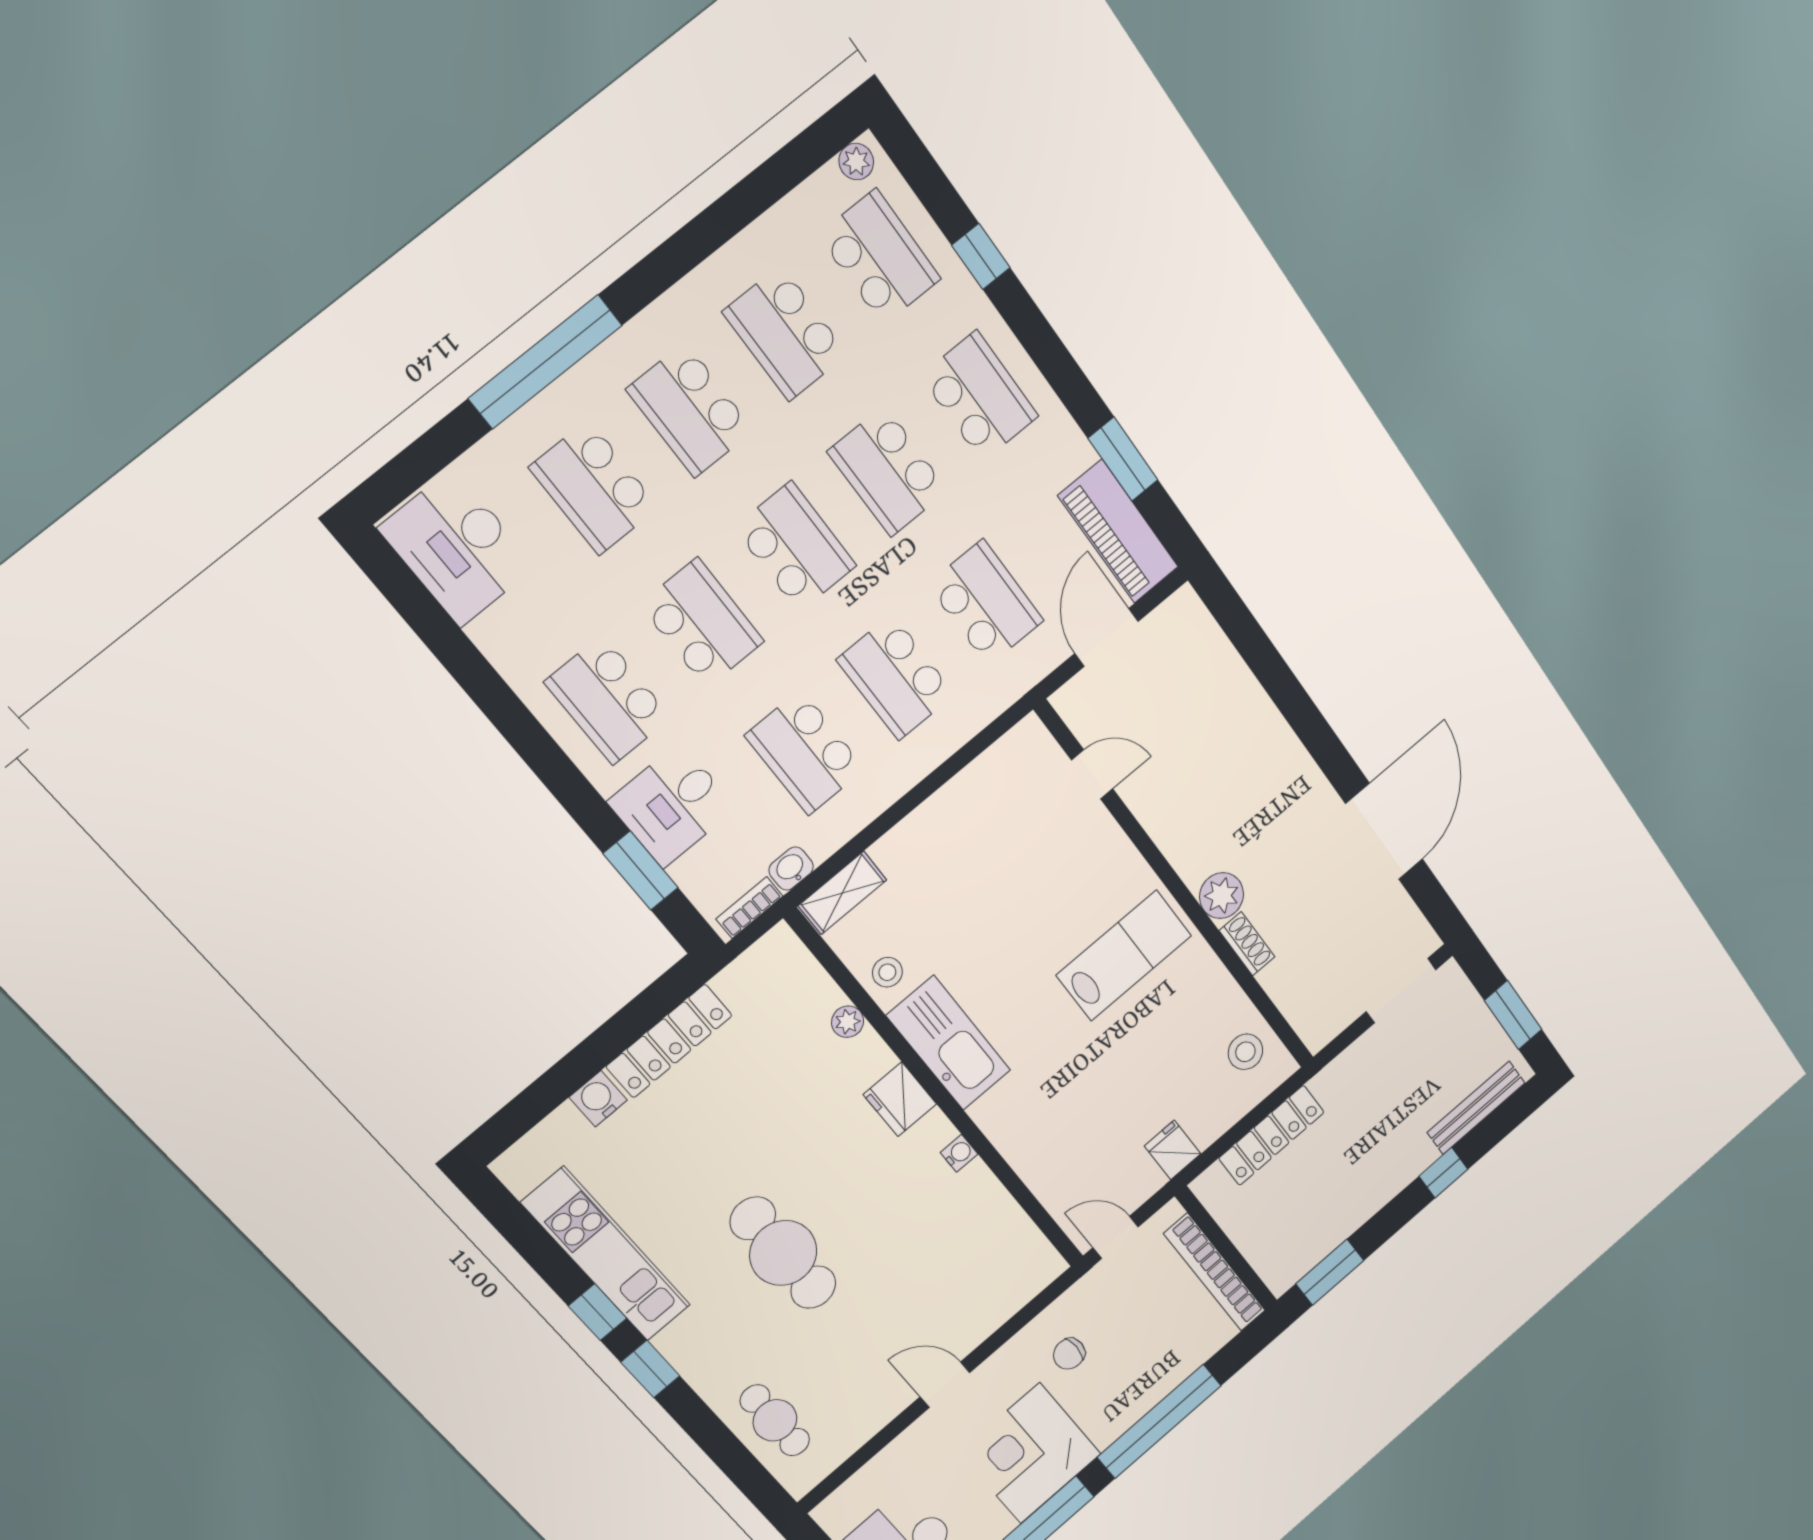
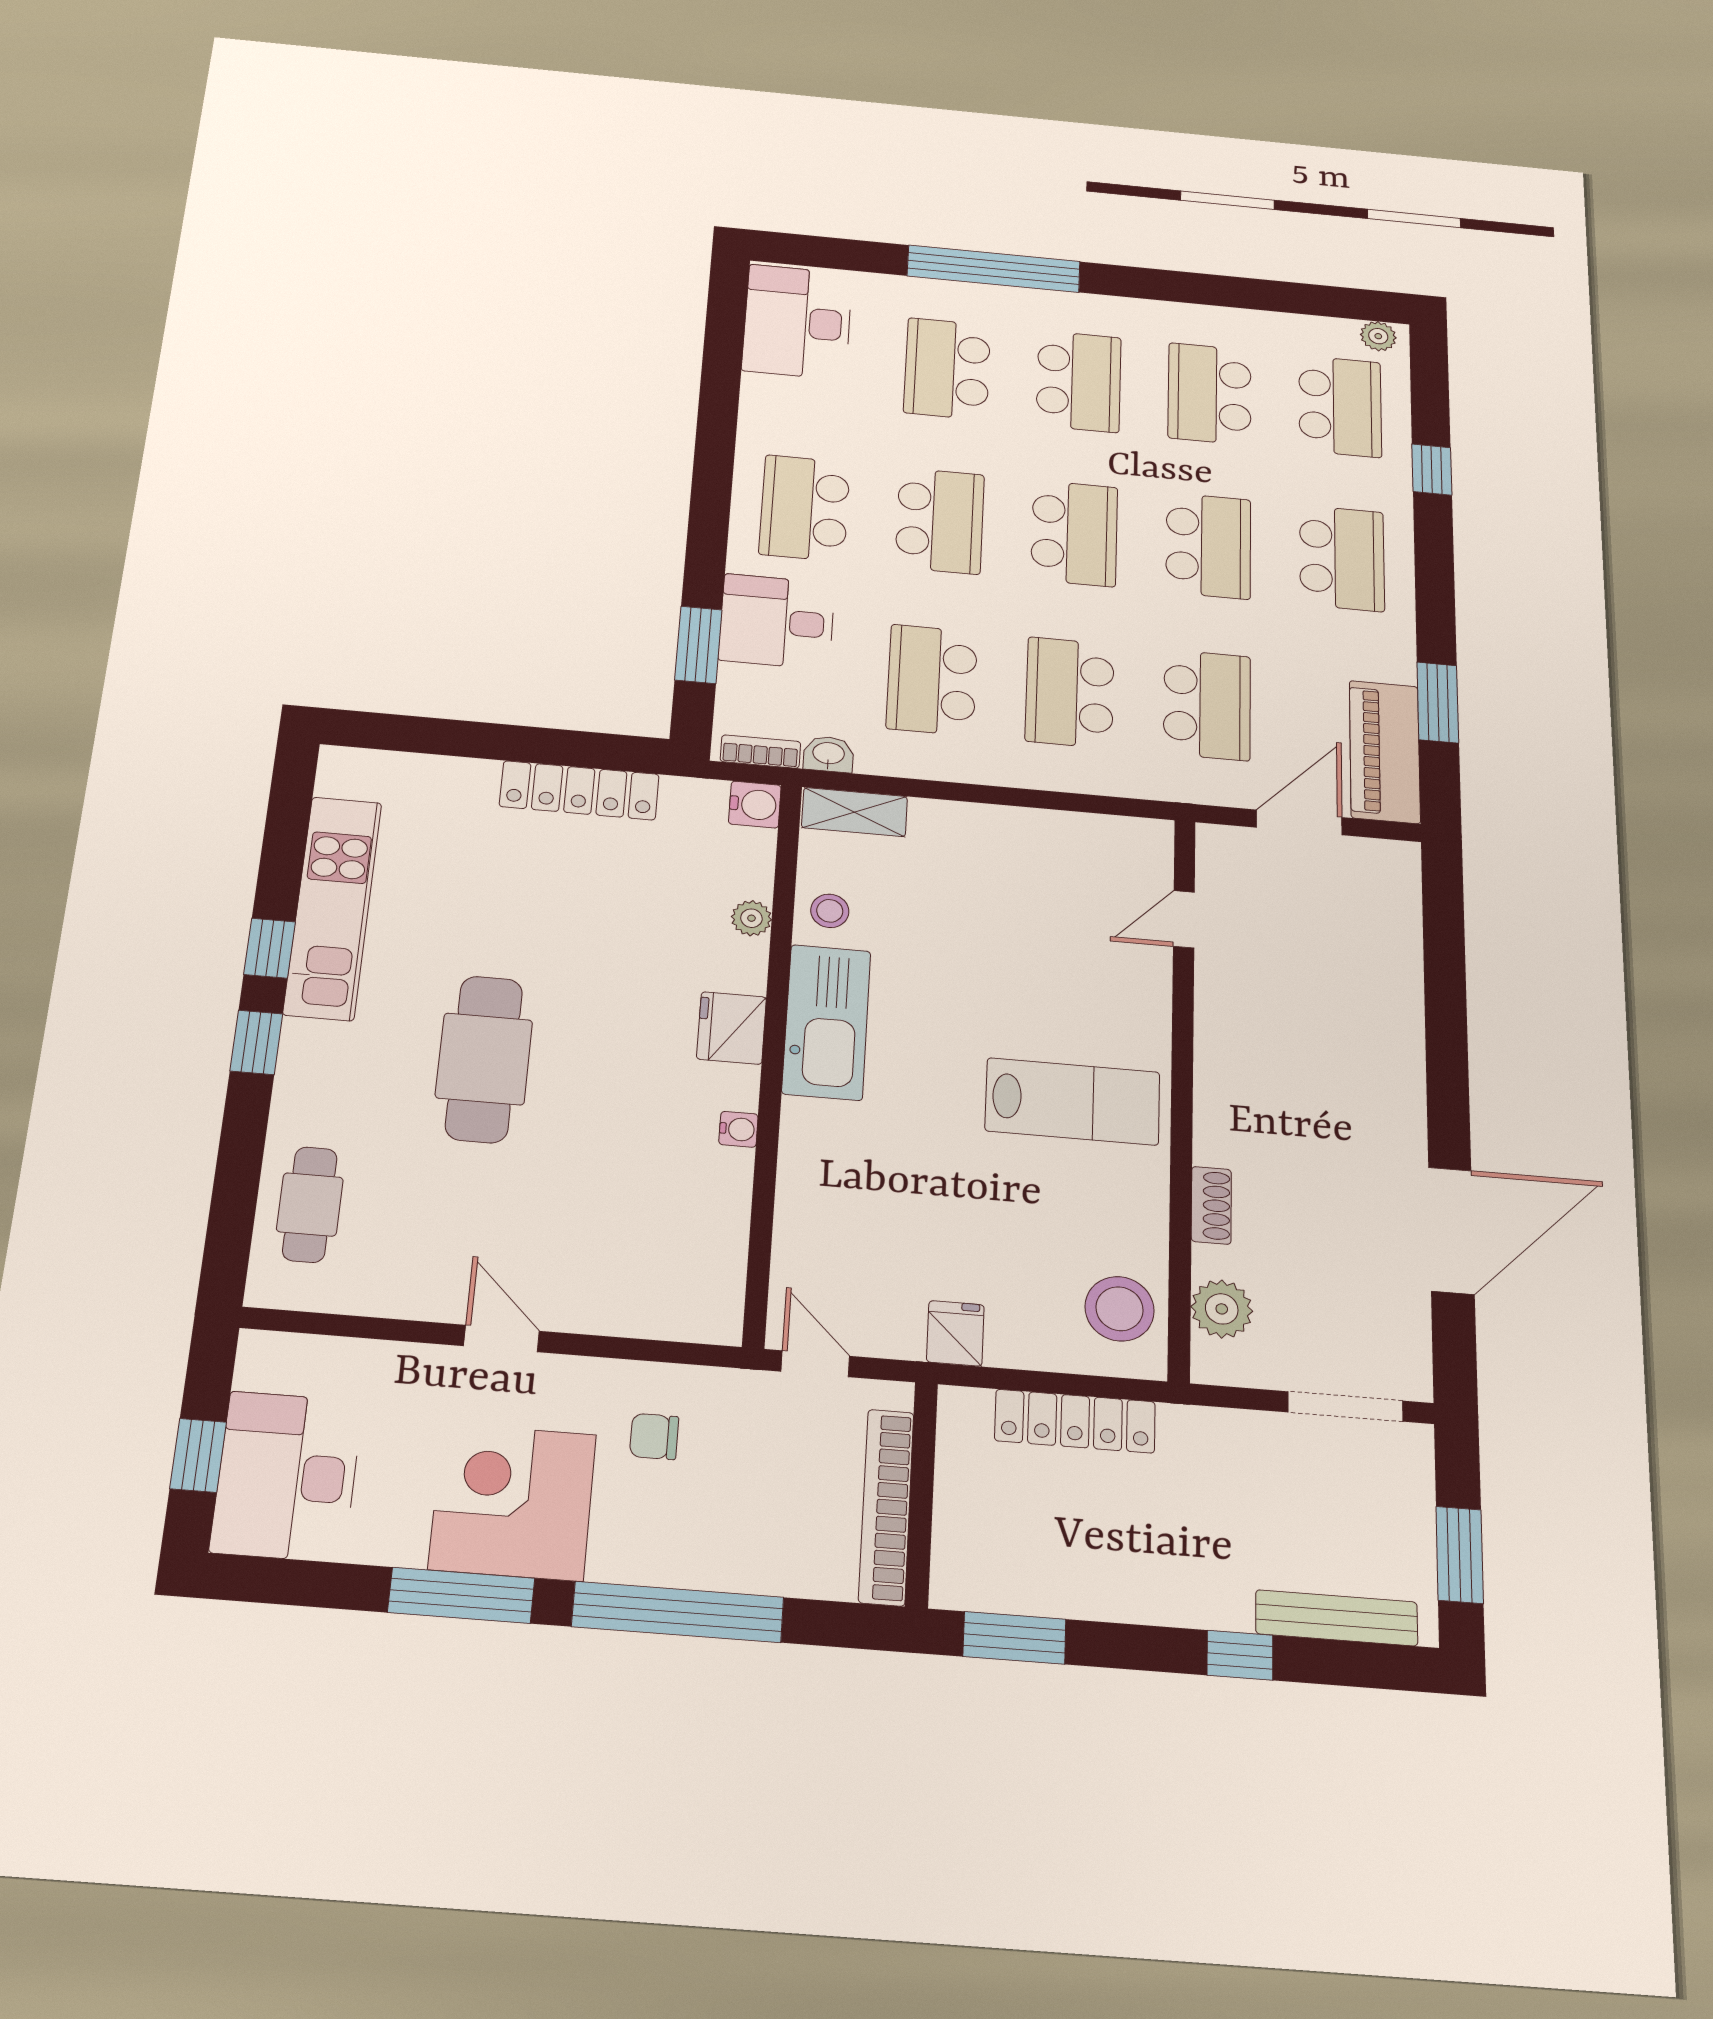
school desk: (690, 410) -> (1079, 381), turned 180
school desk: (888, 471) -> (1208, 546), turned 180
door: (1092, 774) -> (1184, 919), swing flipped
plant: (1222, 896) -> (1222, 1309), moved
stool: (1245, 1052) -> (1120, 1309), width x1.38, depth x1.38
water cooler: (598, 1099) -> (755, 805), moved, turned 90

